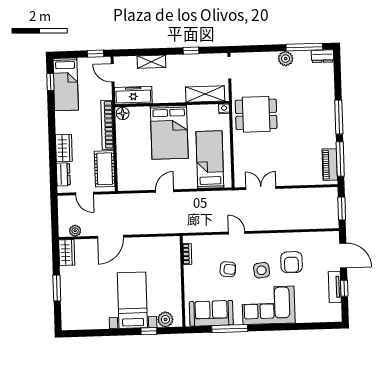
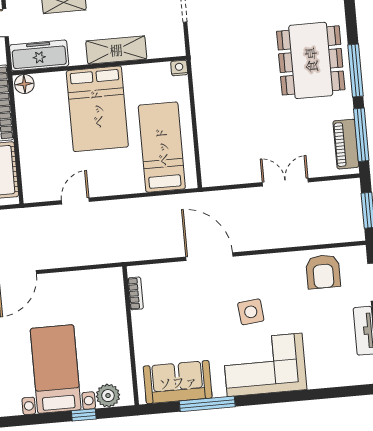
shelving: (205, 94) -> (116, 50), moved
dining table: (256, 114) -> (311, 60), moved, width x1.38
double door: (261, 188) -> (285, 182), moved
door: (165, 191) -> (75, 201), moved
door: (237, 233) -> (209, 257), width x1.87
armchair: (291, 262) -> (323, 272), moved
armchair: (228, 269) -> (199, 313), removed

